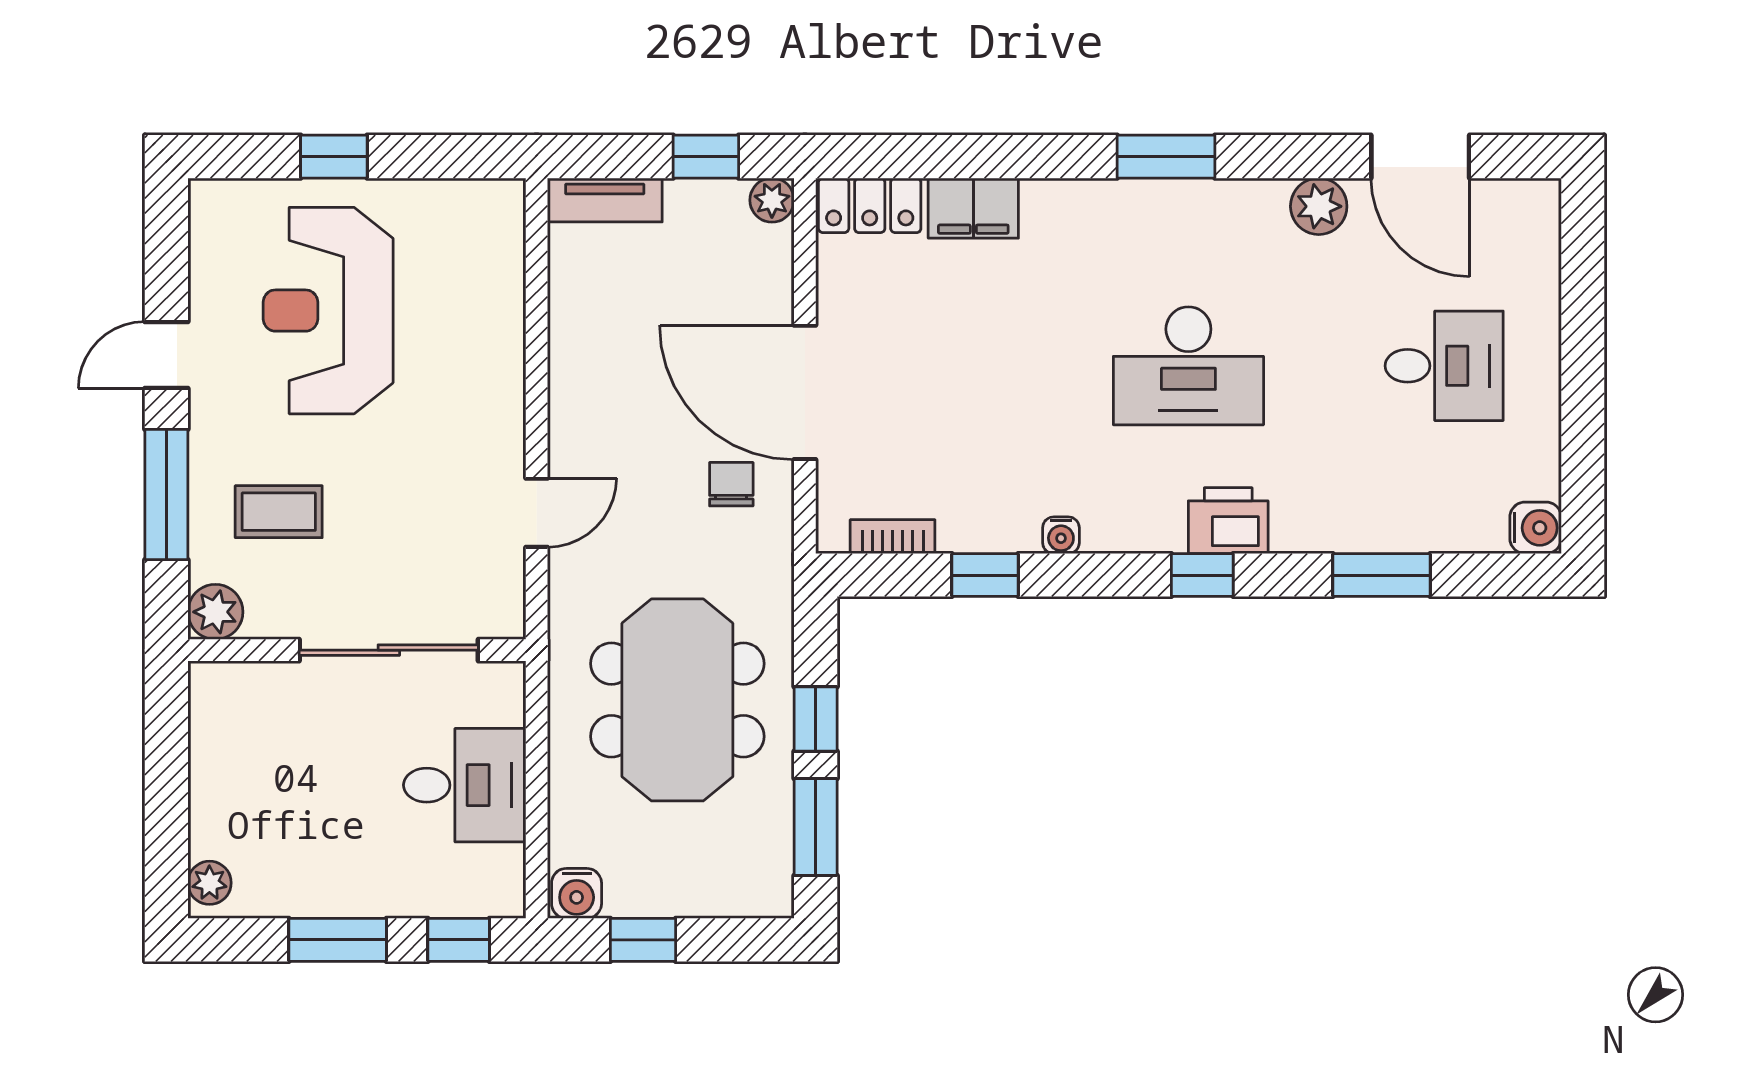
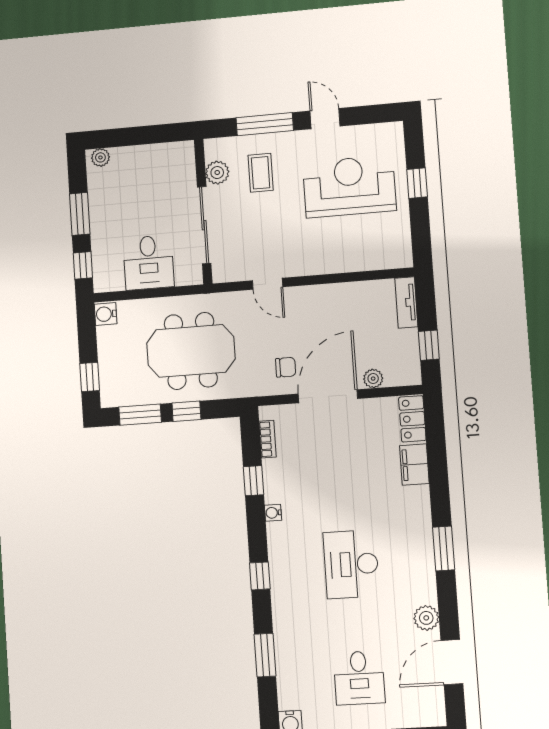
plant: (772, 200) -> (373, 379), moved
printer: (1228, 521) -> (284, 586), removed
plant: (215, 612) -> (217, 173), moved
window: (643, 940) -> (90, 377), moved

